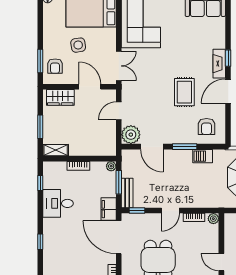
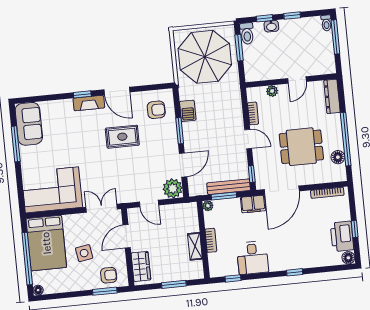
shelving: (56, 150) -> (195, 246), moved
bench: (127, 193) -> (229, 187), width x1.36
plant: (213, 219) -> (272, 91), moved

